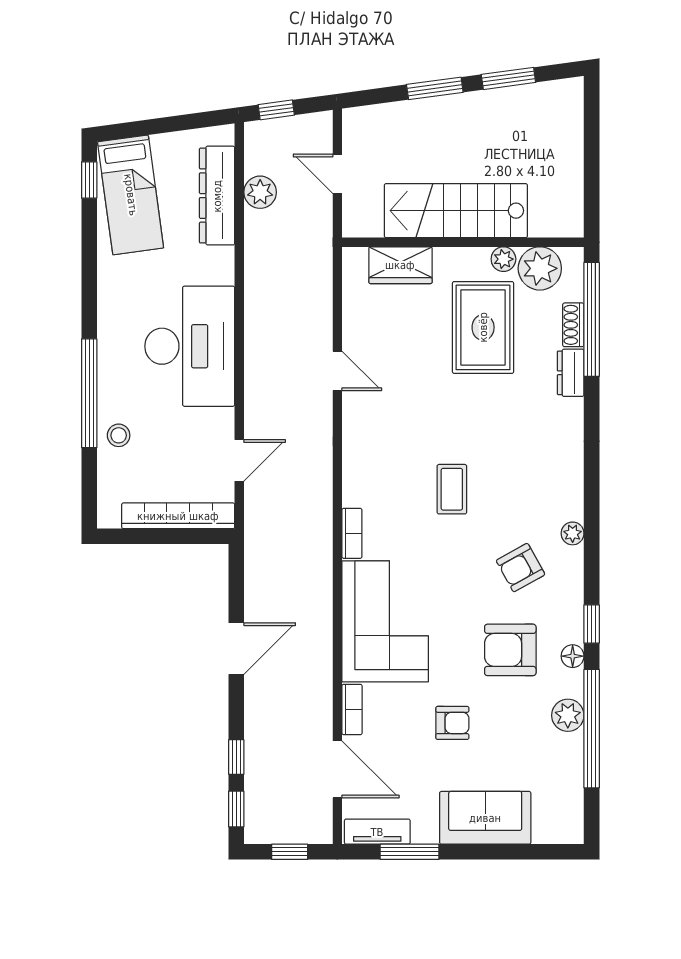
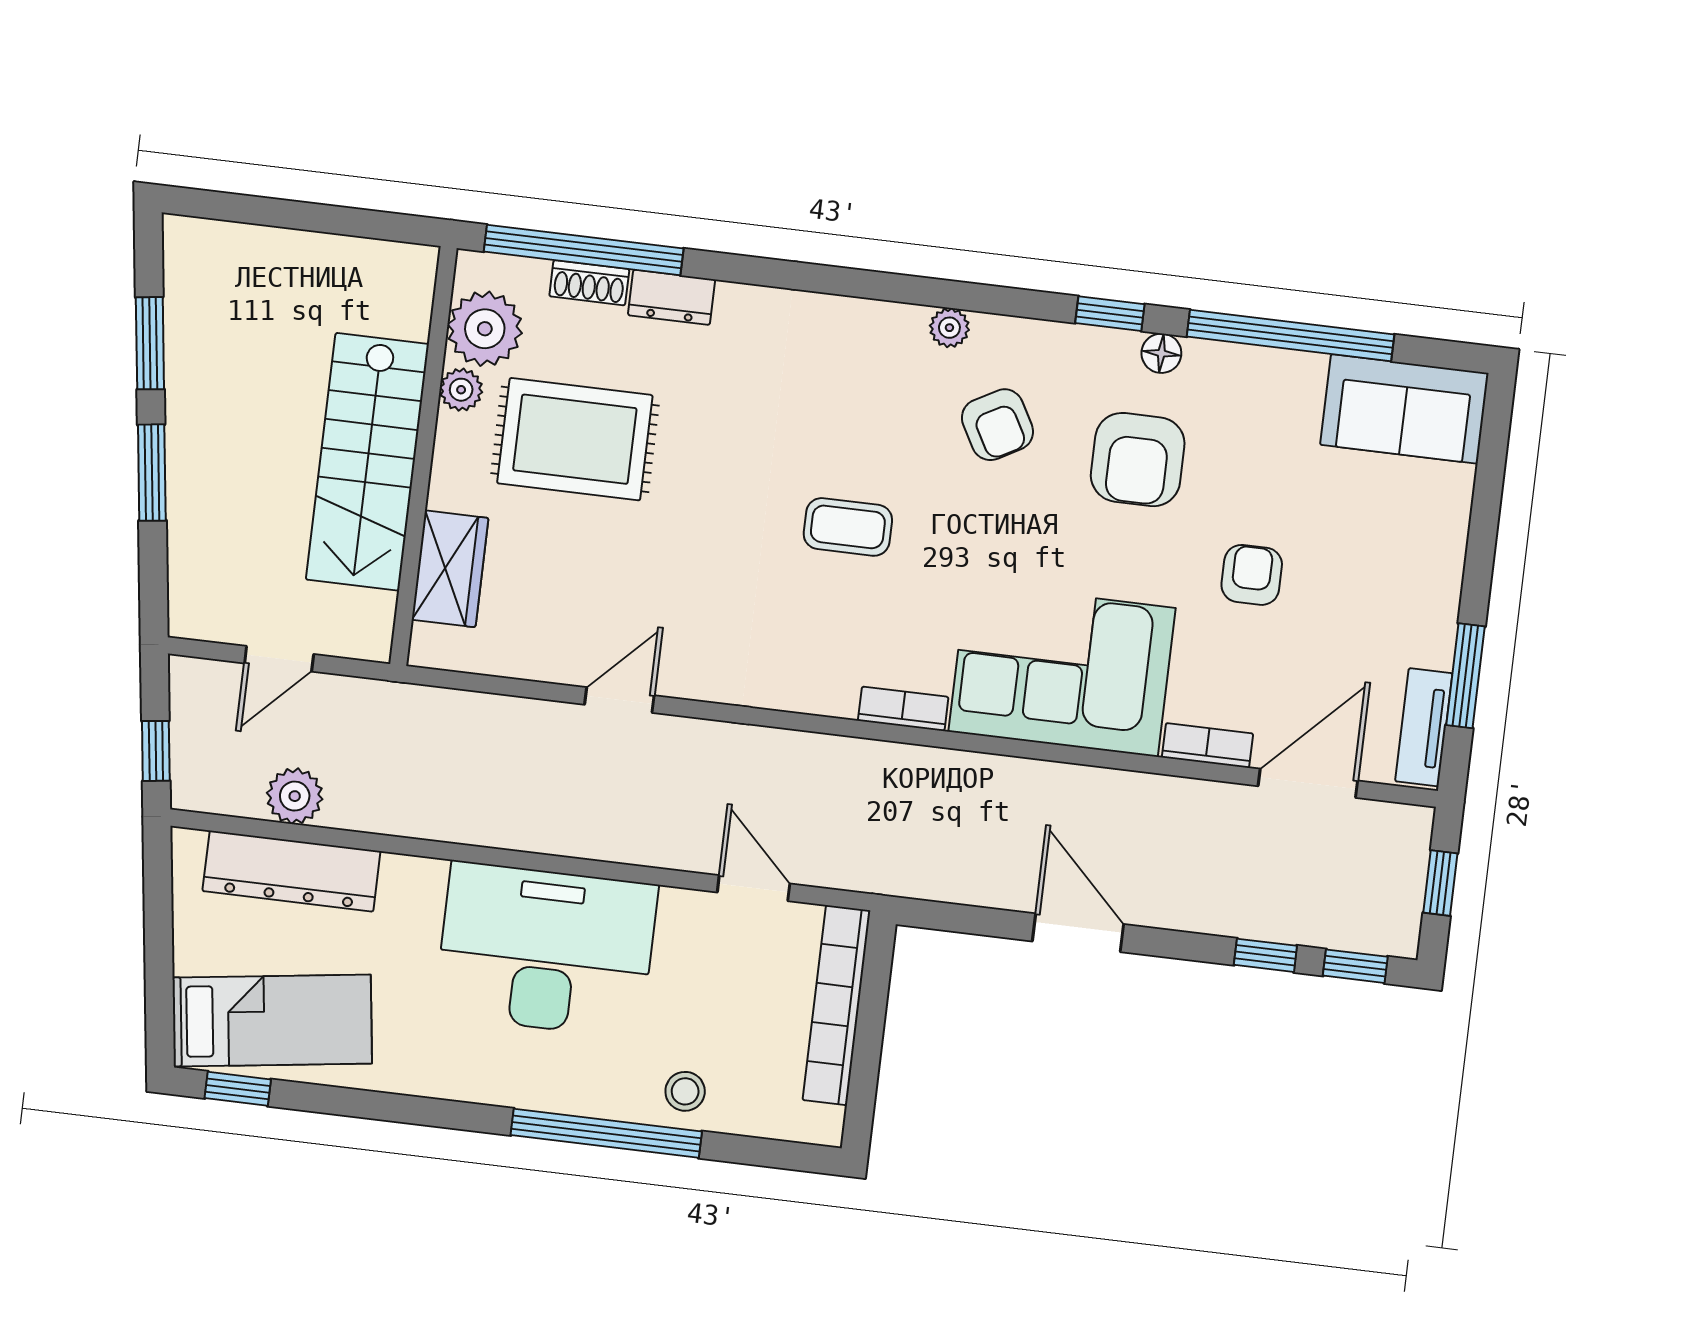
plant: (568, 715) -> (1263, 374), removed
sofa: (485, 818) -> (1404, 409), moved, turned -90

